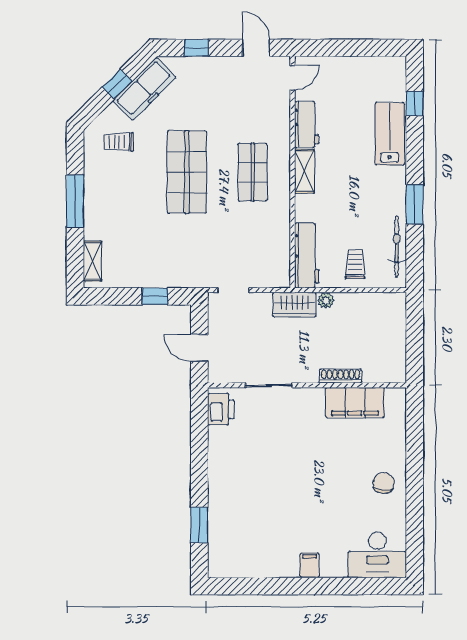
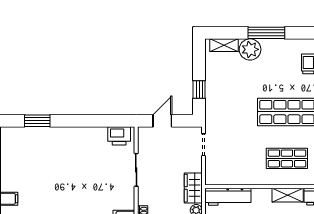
plant: (98, 224) -> (250, 49), added

